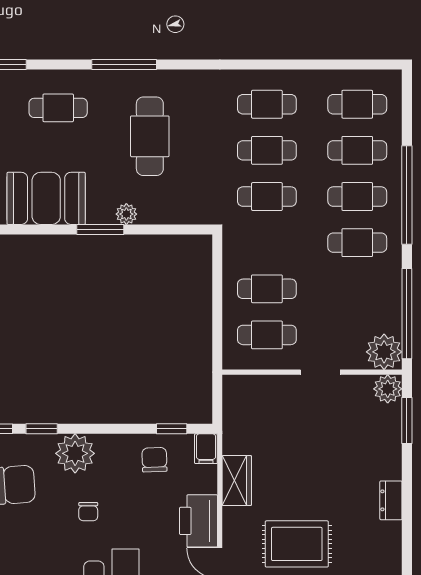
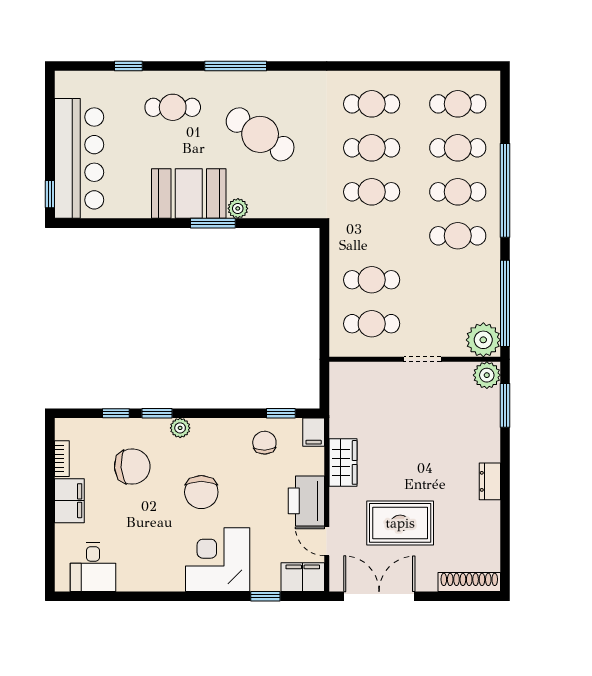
cafe table: (150, 136) -> (260, 134), turned -57
booth: (46, 198) -> (189, 194), moved
plant: (75, 453) -> (180, 428), width x0.53, depth x0.53
chair: (88, 512) -> (201, 492), width x1.87, depth x1.87

